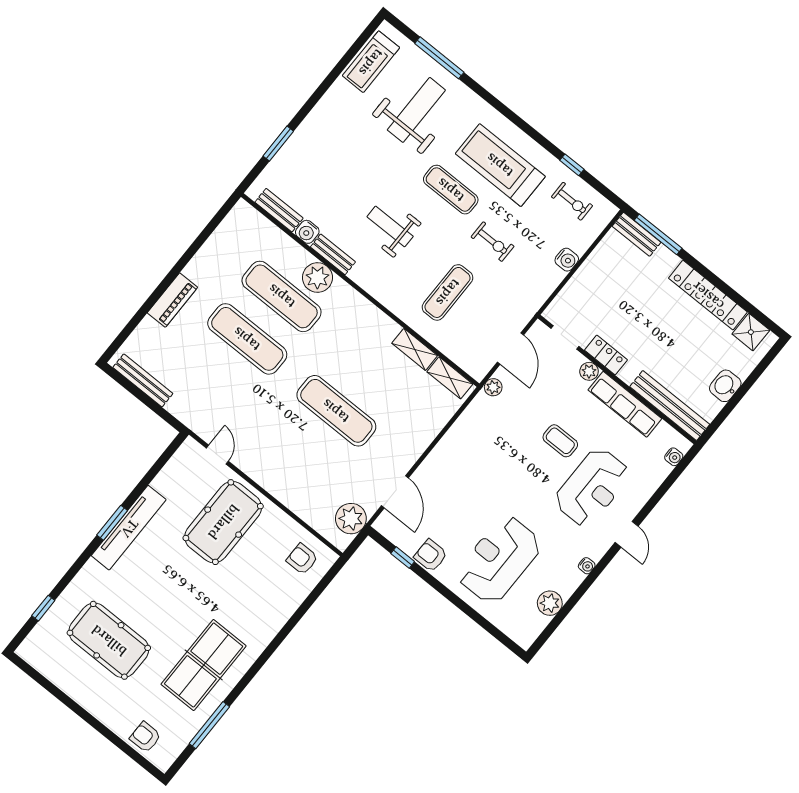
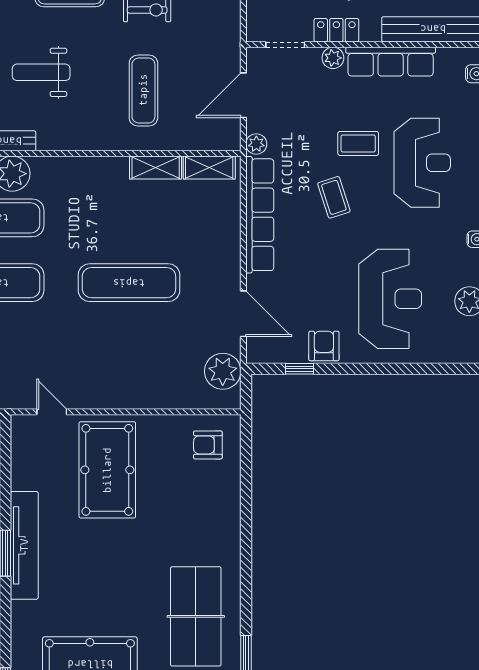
door: (511, 349) -> (243, 95), swing flipped
row of seats: (458, 435) -> (260, 215), added
coffee table: (516, 463) -> (334, 197), added
armchair: (431, 555) -> (324, 346), turned 90
reception desk: (499, 560) -> (390, 299), turned 180

